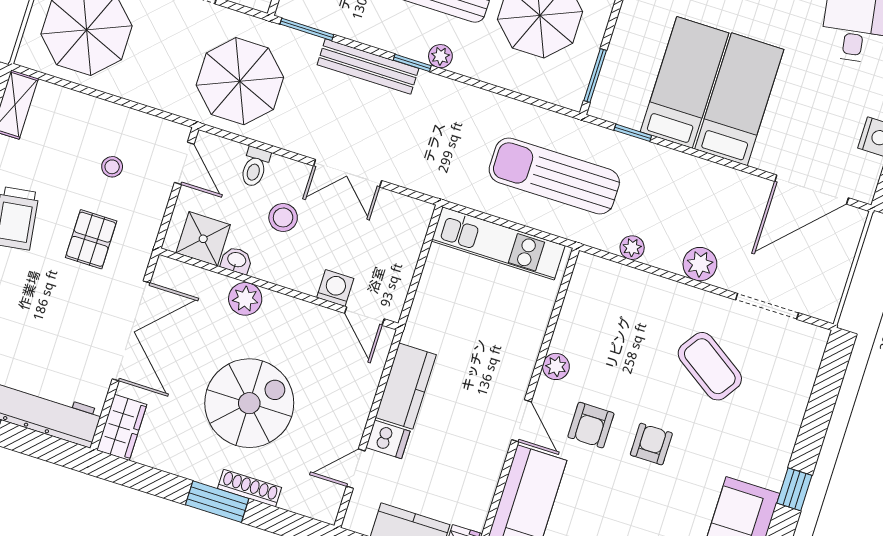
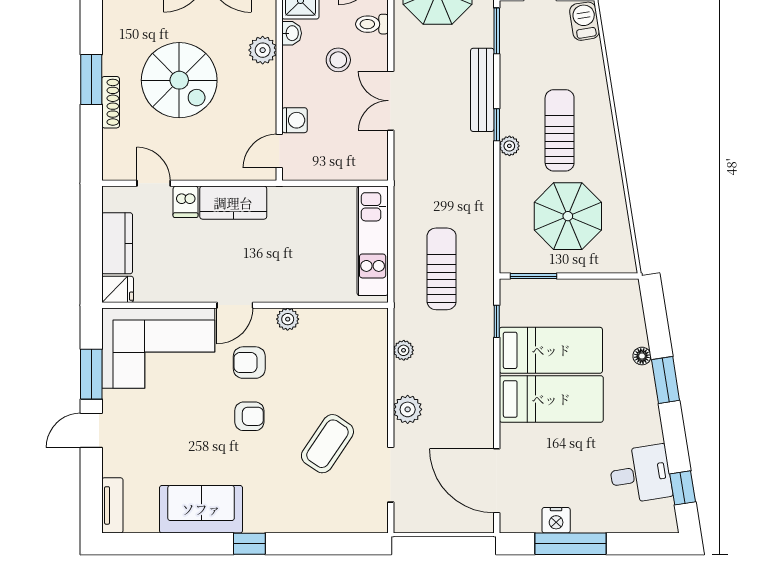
sun lounger: (554, 176) -> (442, 269), width x0.73, depth x0.75

